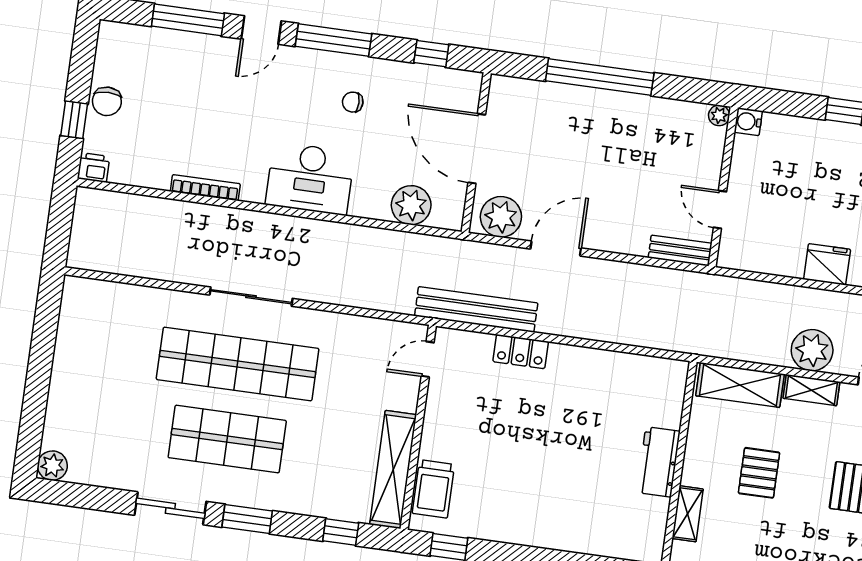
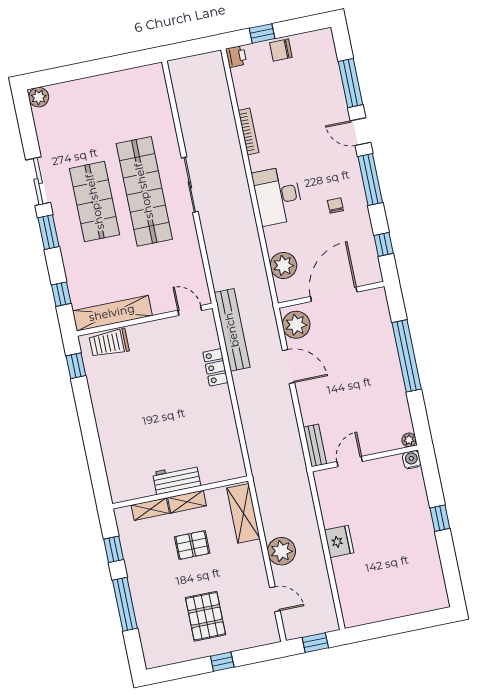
shelving: (811, 390) -> (187, 502), moved, turned 90

